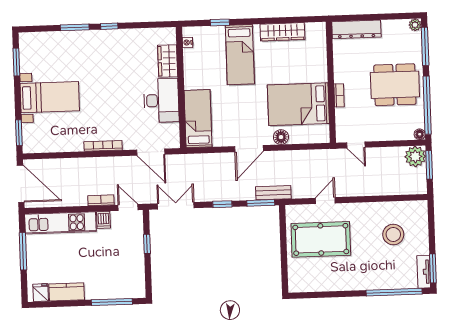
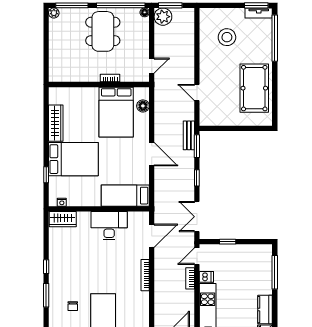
dresser: (356, 29) -> (56, 62), removed
bed: (240, 55) -> (73, 159), width x1.50
chair: (63, 60) -> (73, 306), added
wardrobe: (168, 61) -> (63, 219), moved
floor lamp: (281, 137) -> (143, 106), moved
pool table: (321, 239) -> (254, 88), moved

